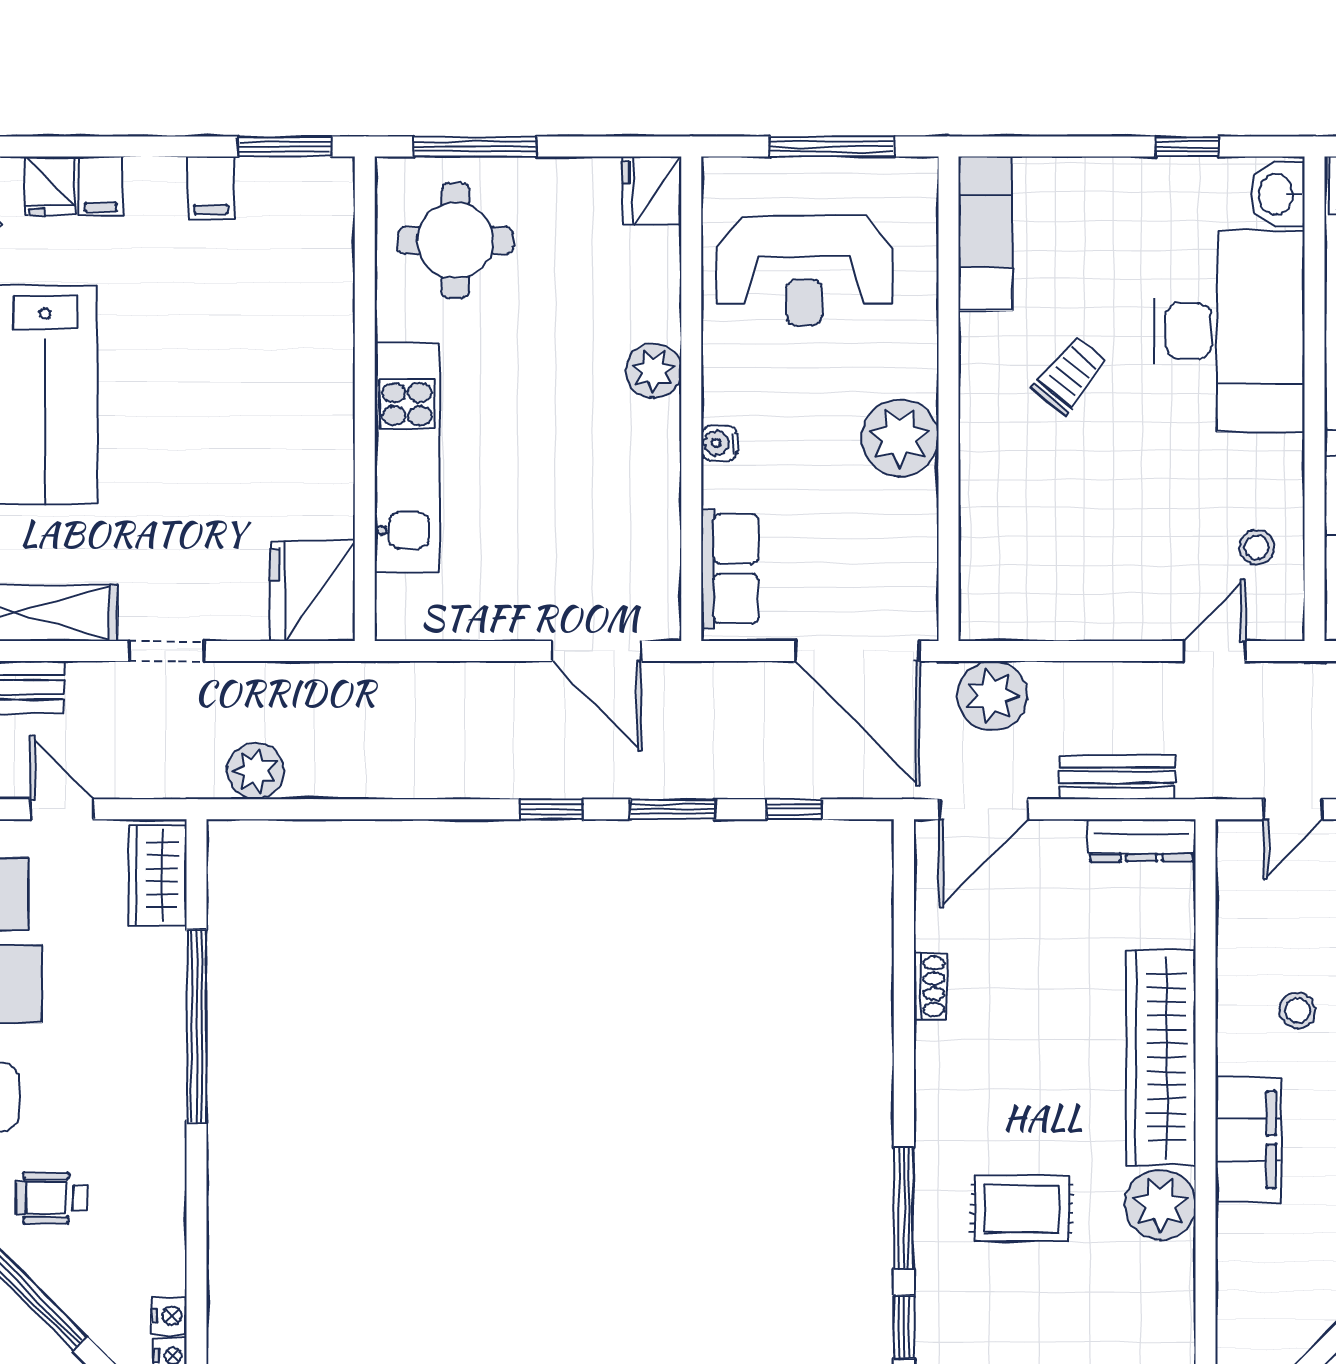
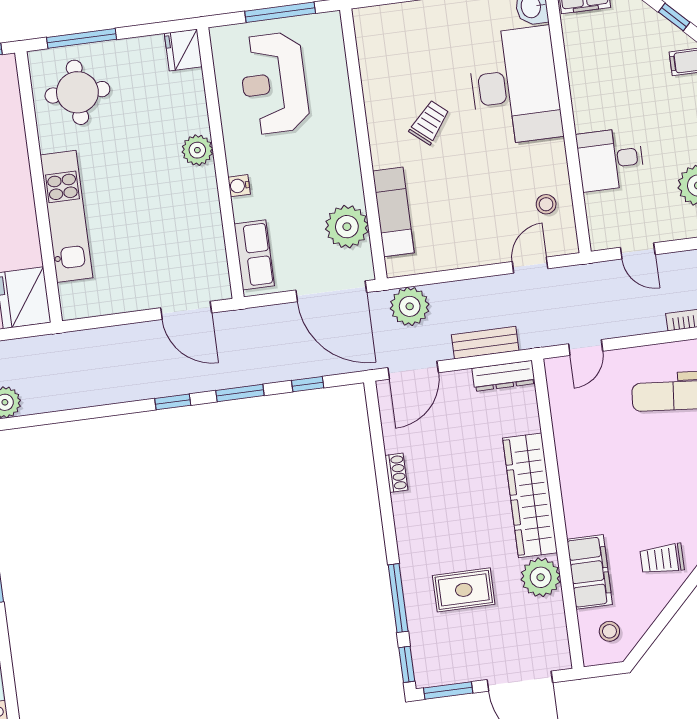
exam couch: (985, 234) -> (393, 212), moved
reception desk: (804, 270) -> (274, 83), turned 90
plant: (900, 438) -> (347, 227), moved
stool: (1297, 1011) -> (609, 631), moved
filing cabinet: (1248, 1140) -> (590, 572), moved

